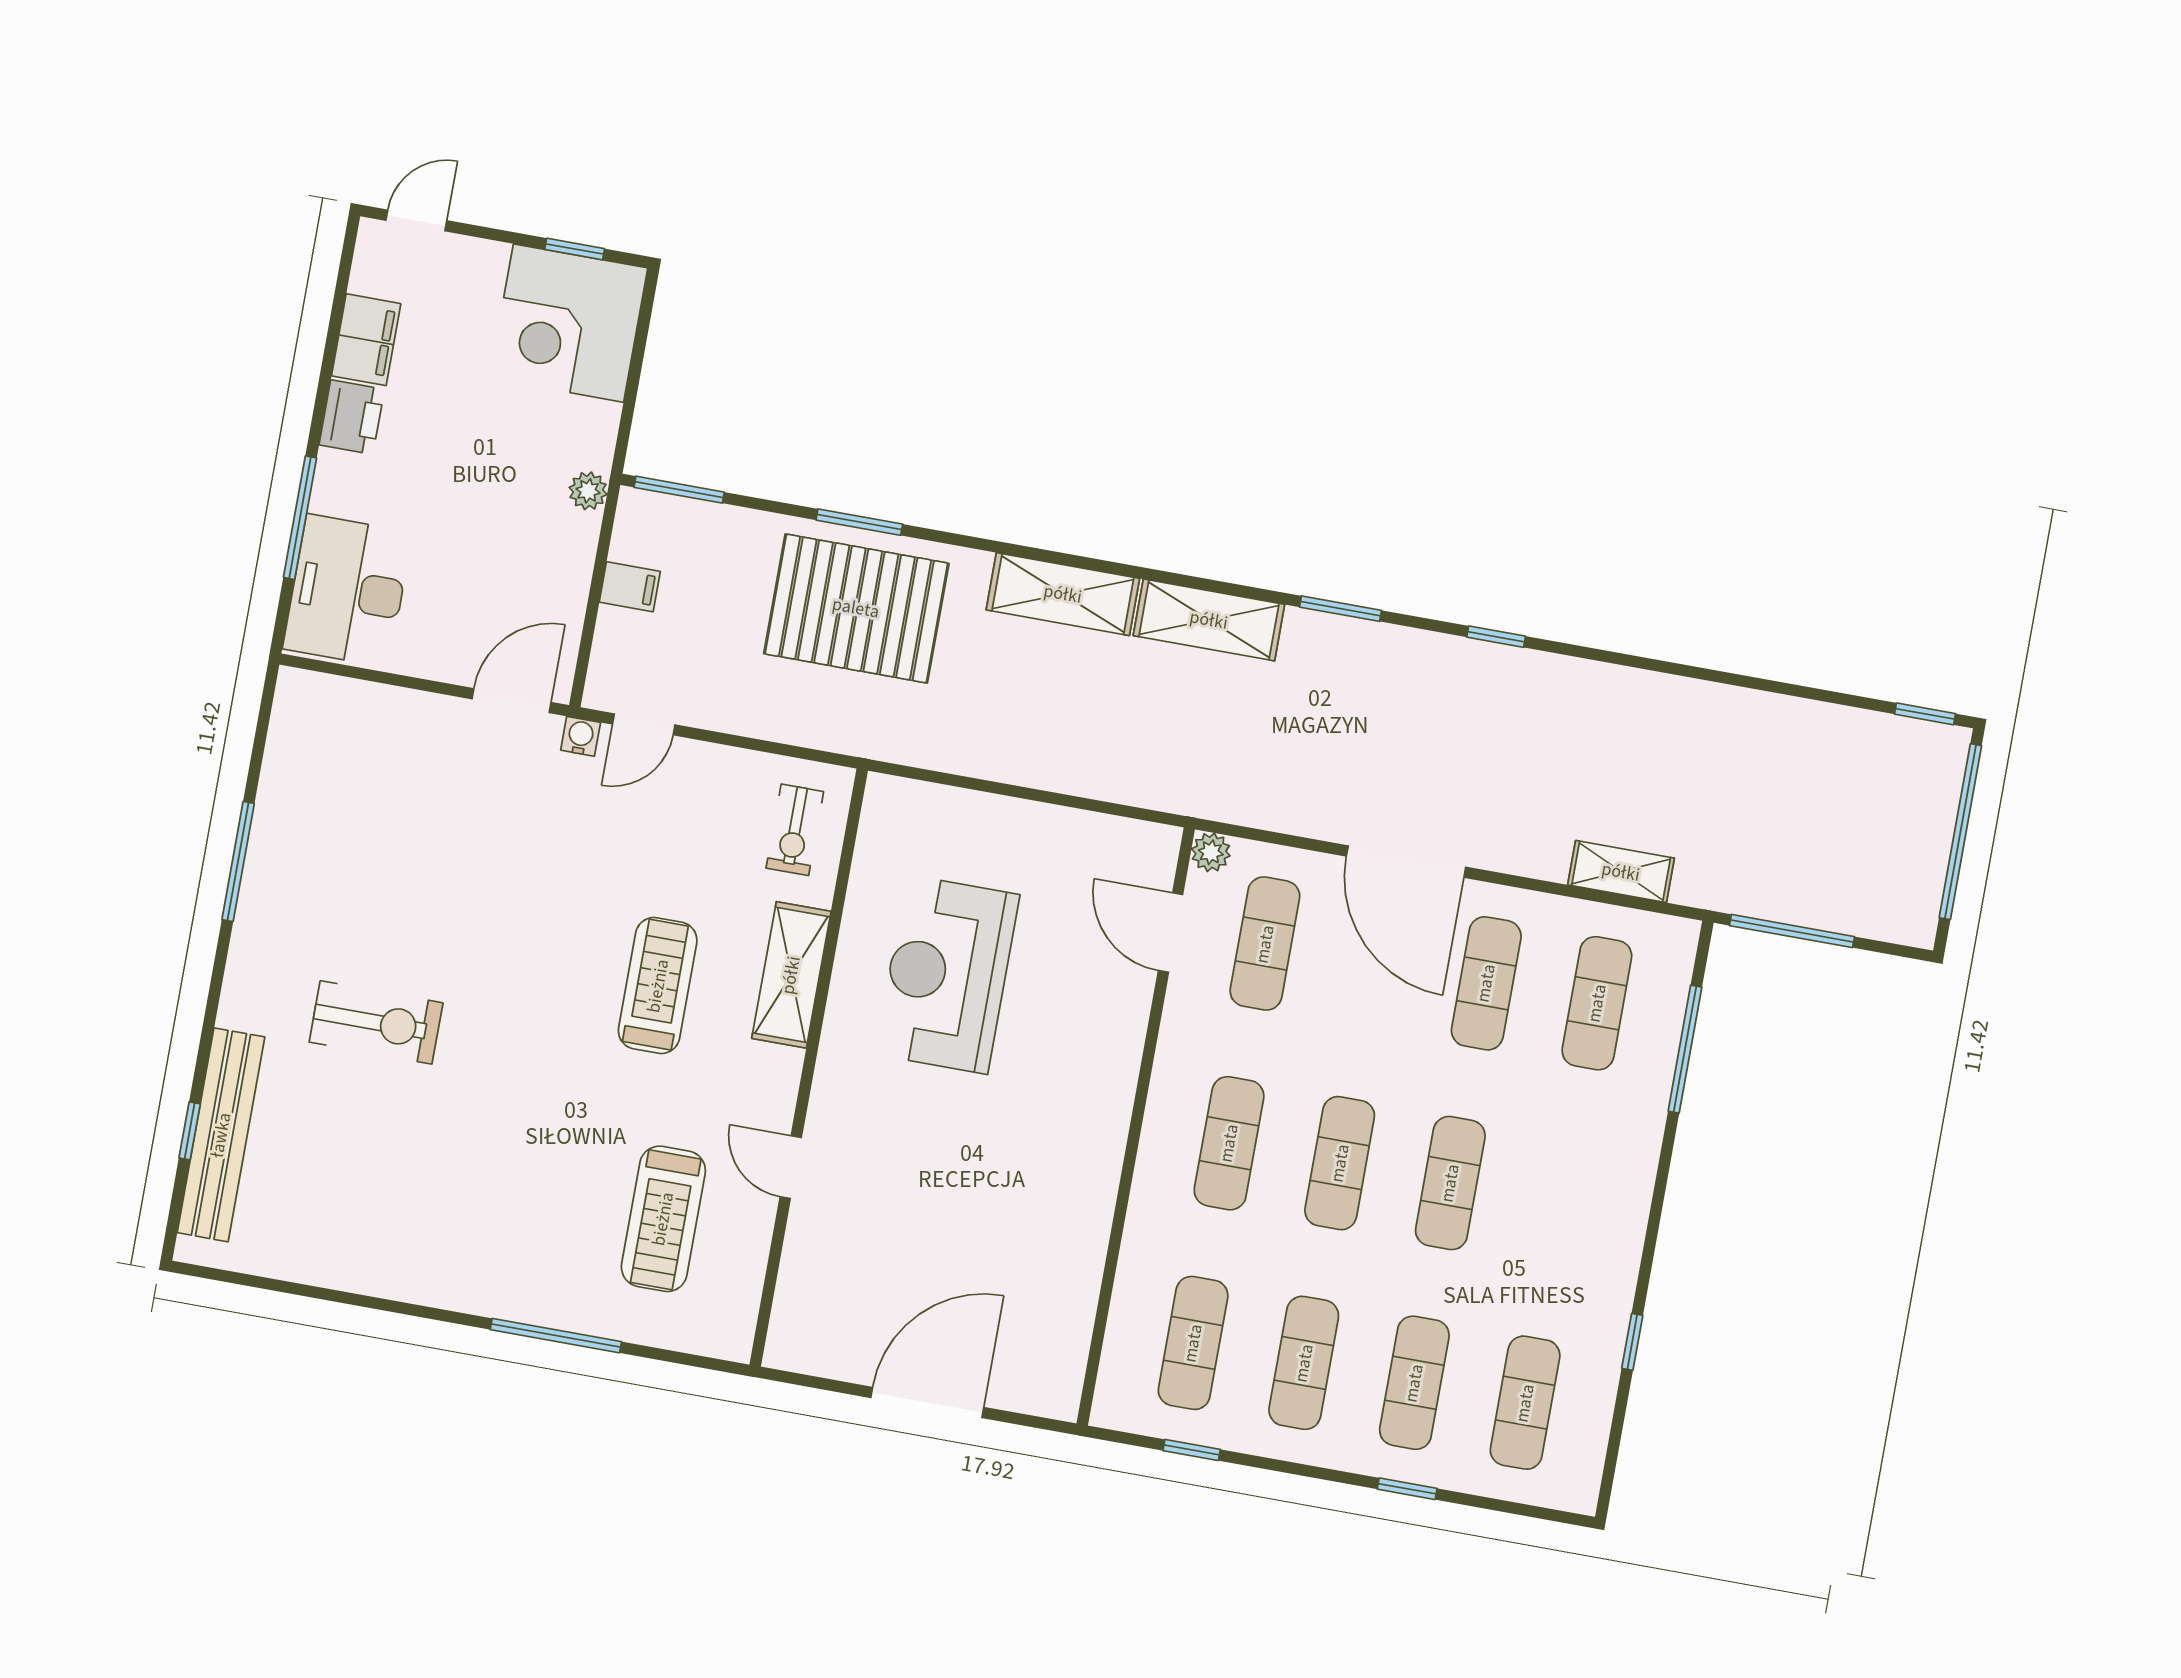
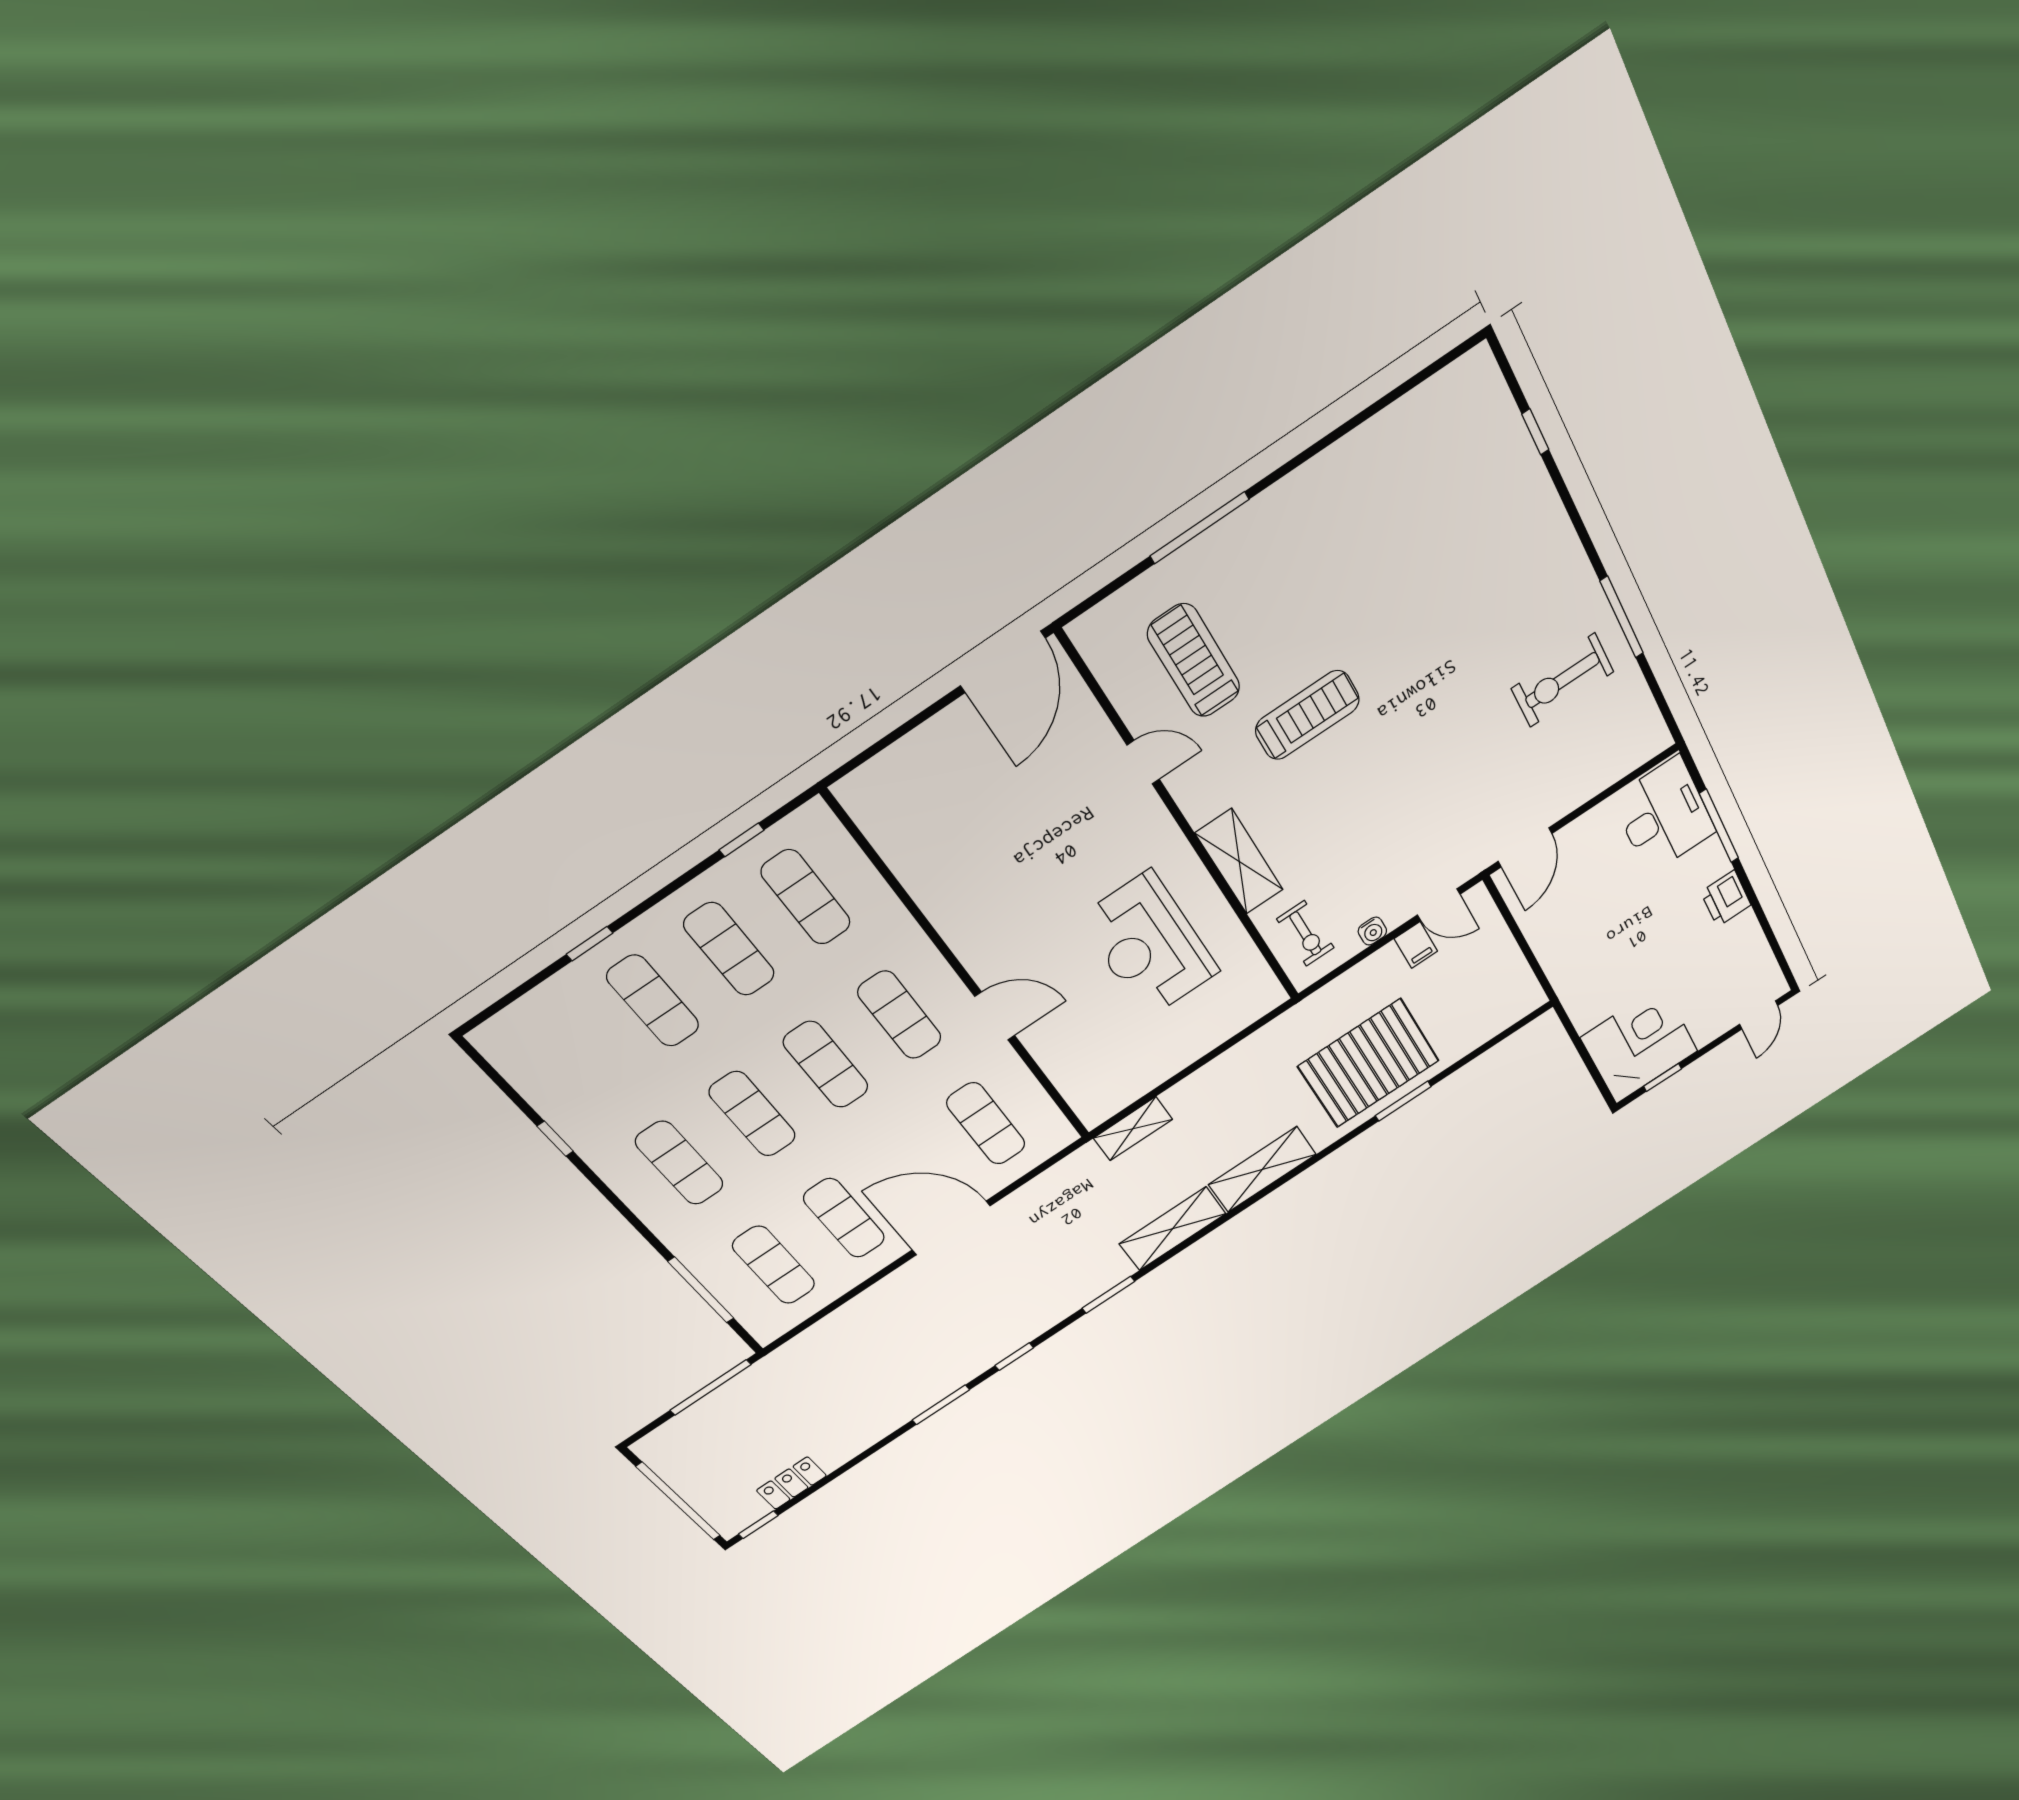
filing cabinet: (366, 340) -> (1745, 940), removed
window: (679, 490) -> (941, 1405), moved
plant: (588, 491) -> (1565, 982), removed
filing cabinet: (630, 587) -> (1416, 945), moved, turned -90
door: (644, 724) -> (1439, 905), swing flipped
locker: (1844, 729) -> (791, 1483), added
water cooler: (581, 736) -> (1372, 931), moved
exercise bike: (795, 830) -> (1305, 933), turned 180
plant: (1211, 852) -> (1062, 1135), removed
shelving: (1621, 872) -> (1133, 1129), moved
door: (1171, 933) -> (995, 1016), moved
reception desk: (947, 974) -> (1149, 945), turned 180
treadmill: (658, 986) -> (1307, 715), moved, turned -90
exercise bike: (376, 1022) -> (1562, 680), moved
bench: (221, 1135) -> (1513, 448), removed
door: (927, 1402) -> (1003, 662), moved
exercise mat: (1525, 1403) -> (679, 1163), moved

